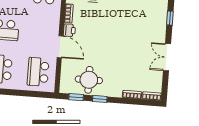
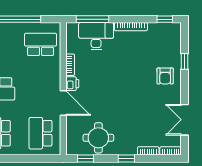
armchair: (152, 30) -> (165, 76), added
double door: (167, 57) -> (185, 120), moved
window: (100, 99) -> (126, 158), moved

